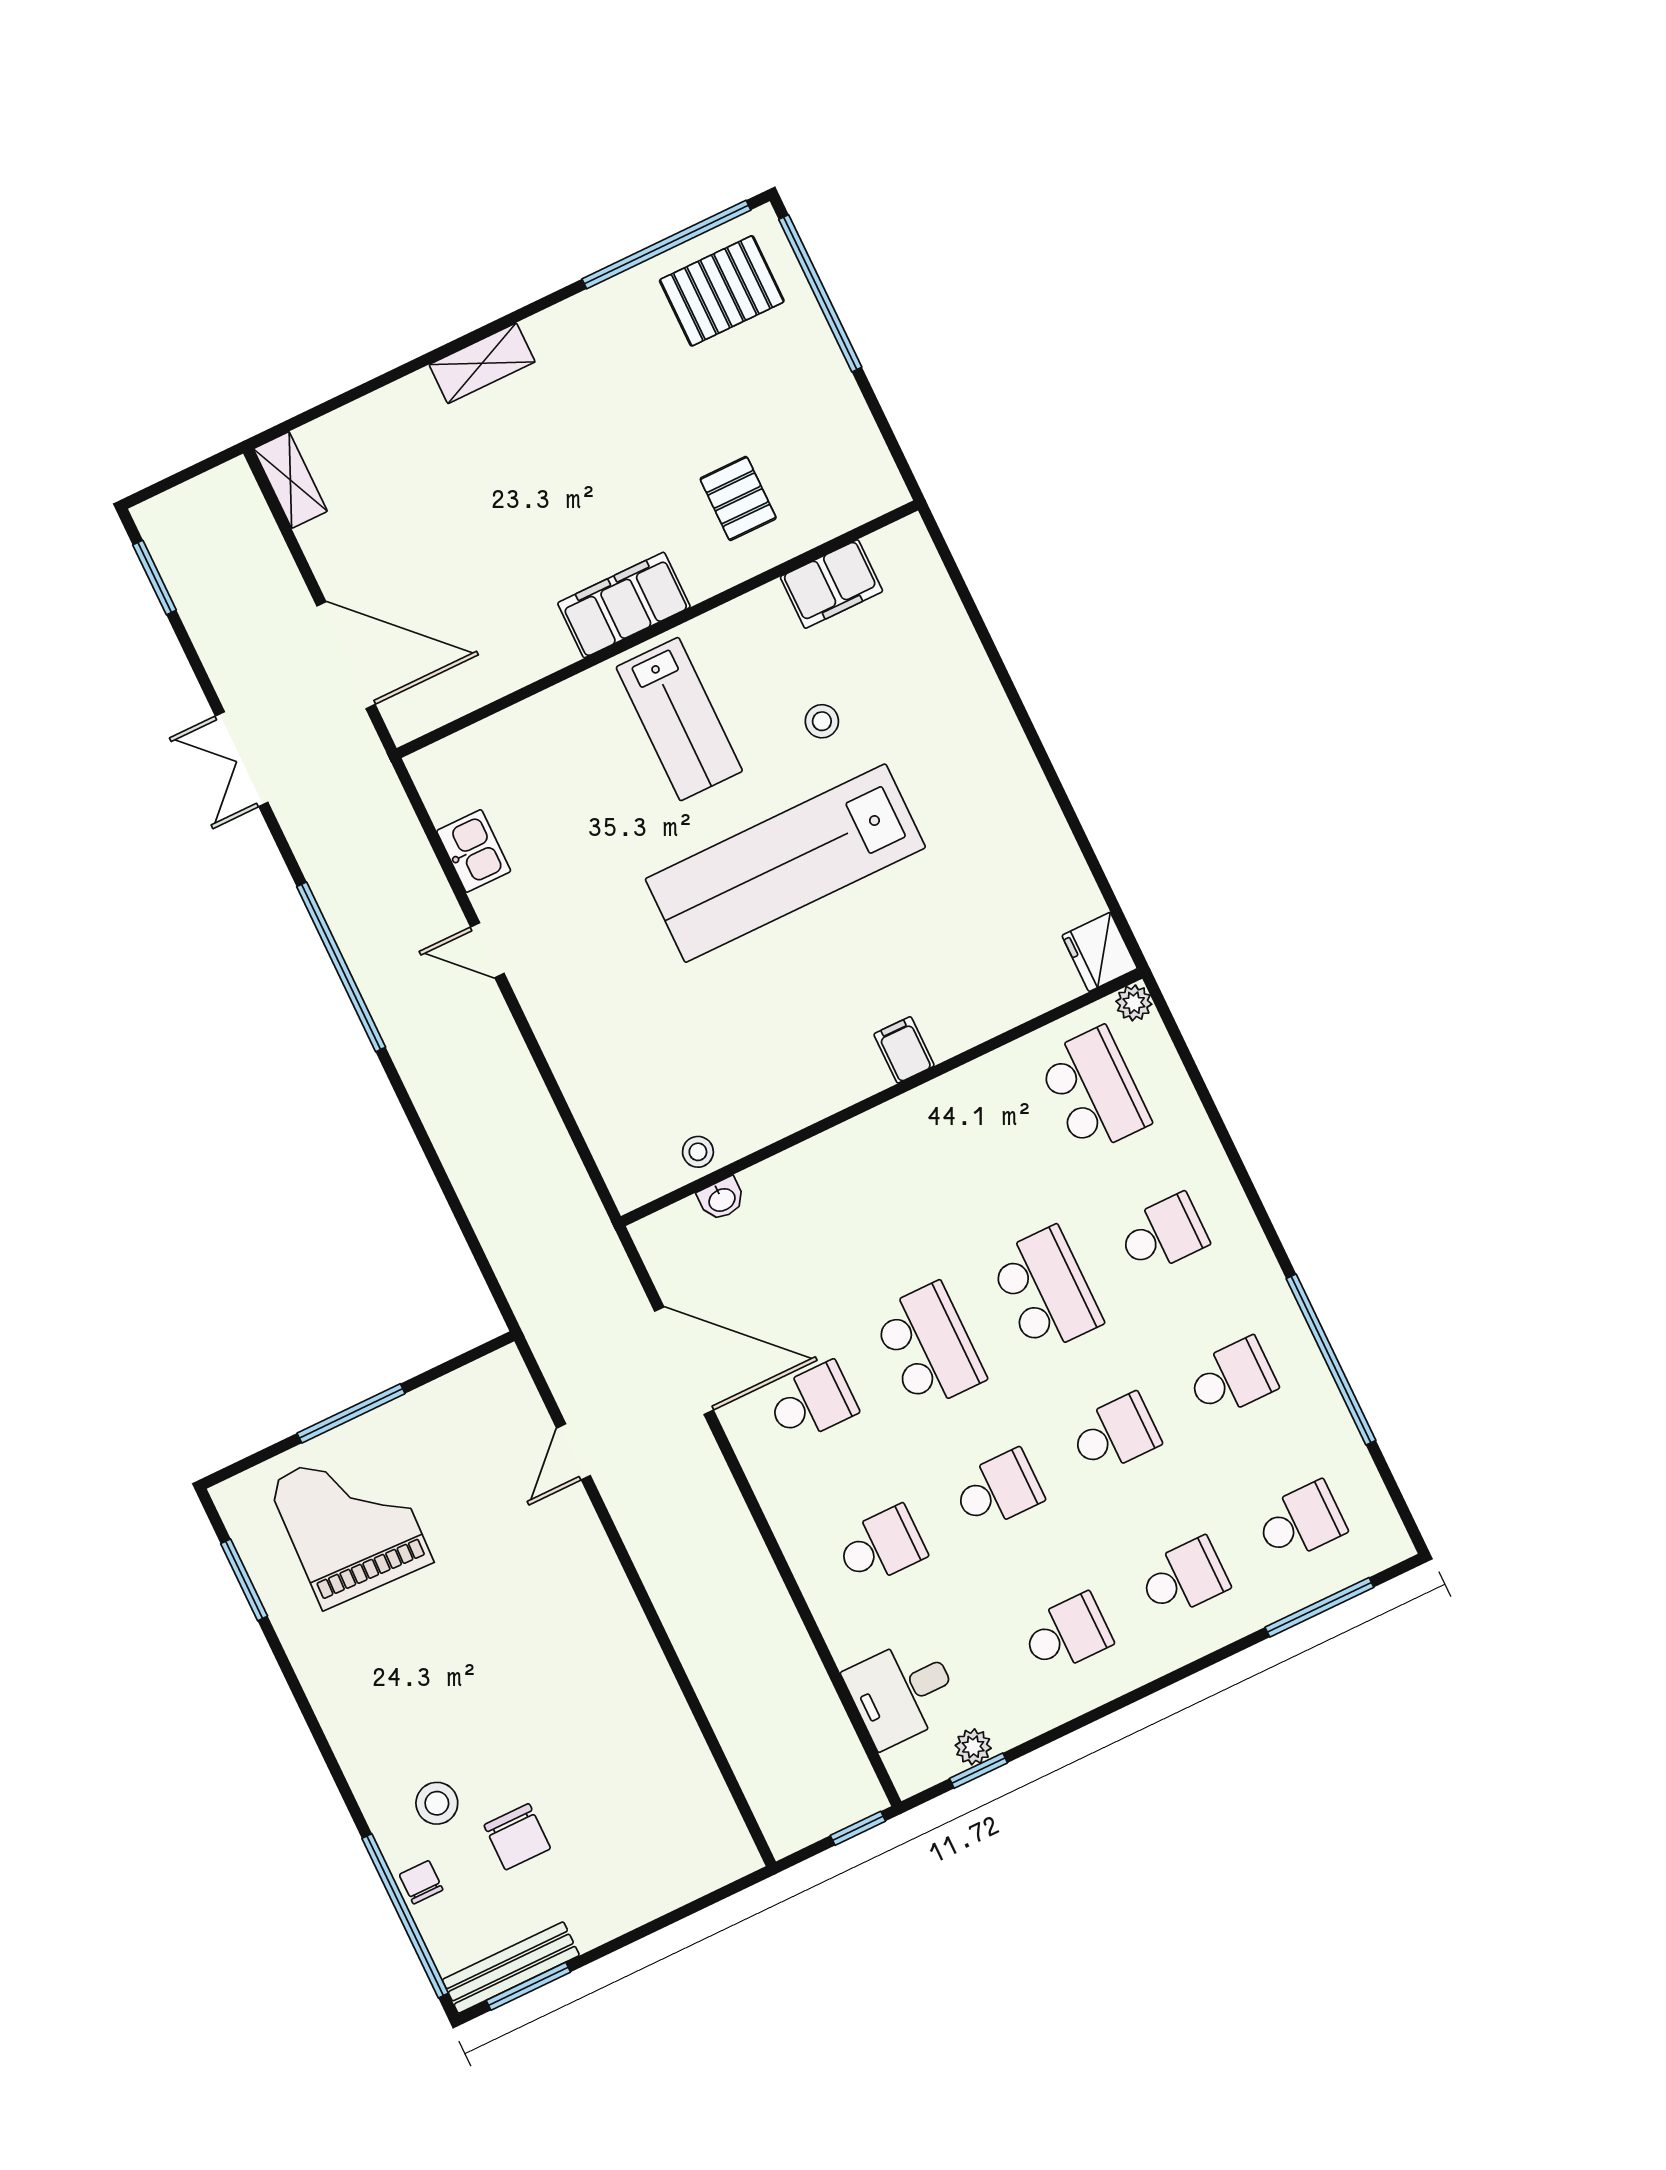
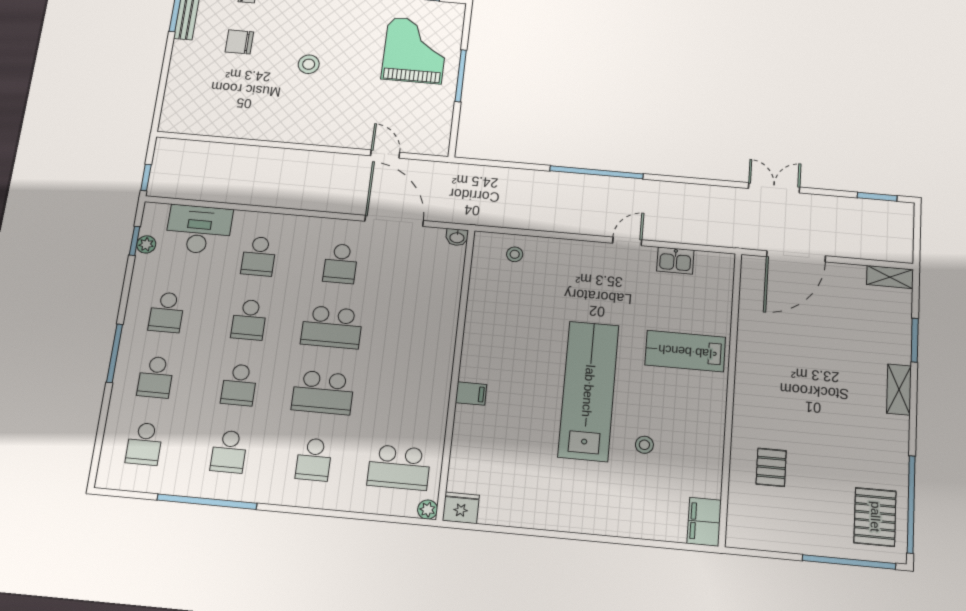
window: (380, 382) -> (915, 340), added
pallet: (738, 498) -> (771, 467), turned 90
filing cabinet: (831, 584) -> (704, 522), moved
filing cabinet: (624, 605) -> (750, 388), removed
lab bench: (679, 719) -> (685, 351), moved
window: (341, 967) -> (596, 172), moved
stool: (698, 1152) -> (515, 254), moved
washbasin: (722, 1199) -> (457, 237), moved, turned -90
door: (684, 1361) -> (394, 221), swing flipped
grand piano: (350, 1522) -> (415, 50), turned -92
window: (1319, 1607) -> (115, 353), moved
desk: (902, 1692) -> (199, 230), width x1.37
stool: (437, 1803) -> (309, 64), moved

